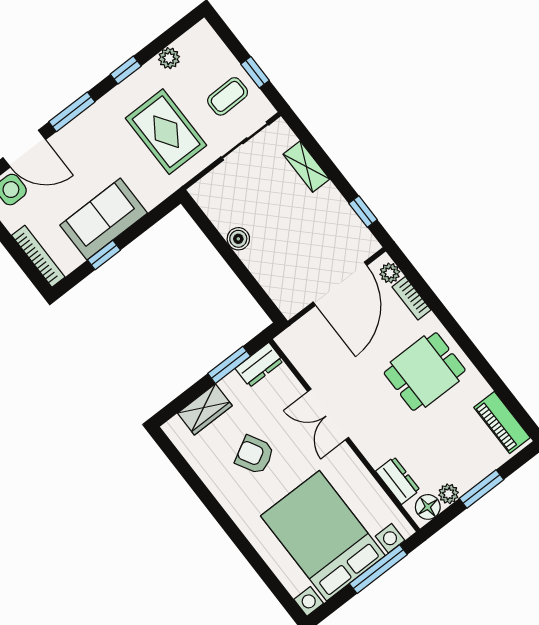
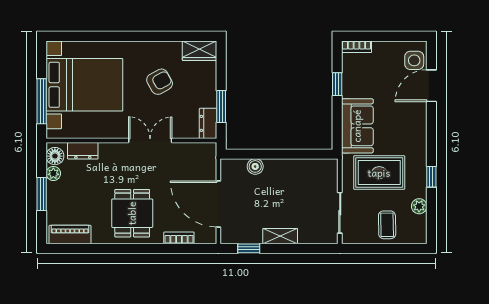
window: (255, 72) -> (374, 248), removed
coffee table: (228, 96) -> (387, 225), moved
window: (72, 112) -> (431, 128), removed
shelving: (306, 167) -> (280, 236), moved
sofa: (104, 219) -> (357, 126), moved
boiler: (238, 239) -> (255, 166), moved
bookcase: (38, 256) -> (357, 47), width x0.64
plant: (390, 273) -> (203, 237), removed
wardrobe: (205, 409) -> (200, 51), moved, turned -90

